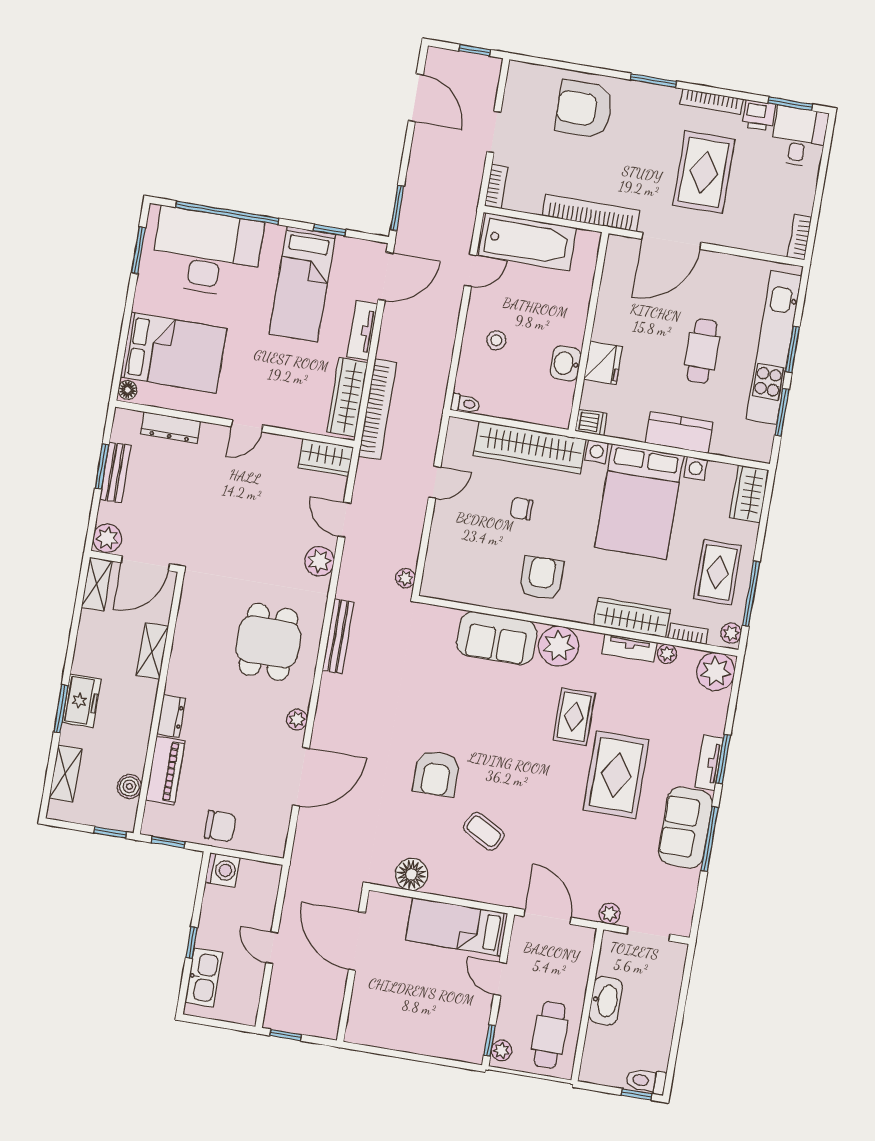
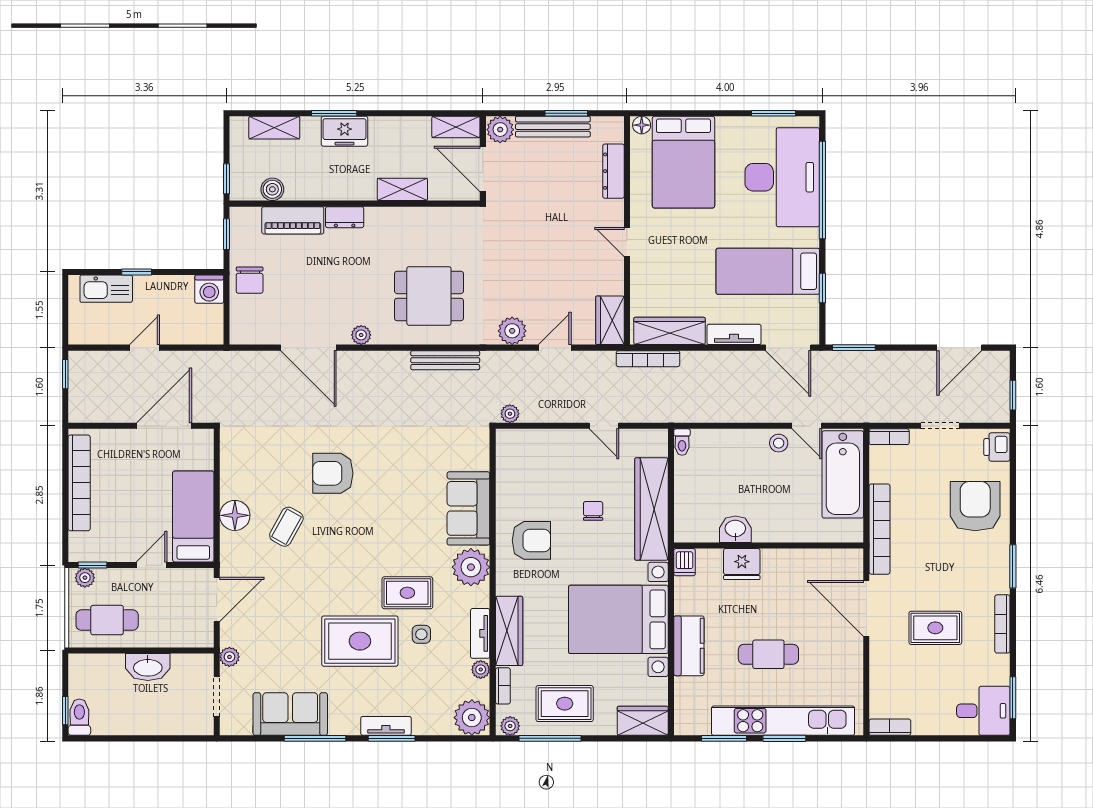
printer: (759, 115) -> (997, 447), moved
rug: (704, 172) -> (935, 628), width x0.73, depth x0.70
stool: (496, 340) -> (779, 443), moved
bookcase: (378, 409) -> (648, 359), width x0.68, depth x0.76
bench: (115, 472) -> (553, 127), width x1.36
side table: (620, 710) -> (421, 634), added
sofa: (686, 827) -> (290, 714), moved
floor lamp: (411, 874) -> (235, 515), moved
bookcase: (402, 1040) -> (79, 483), added

